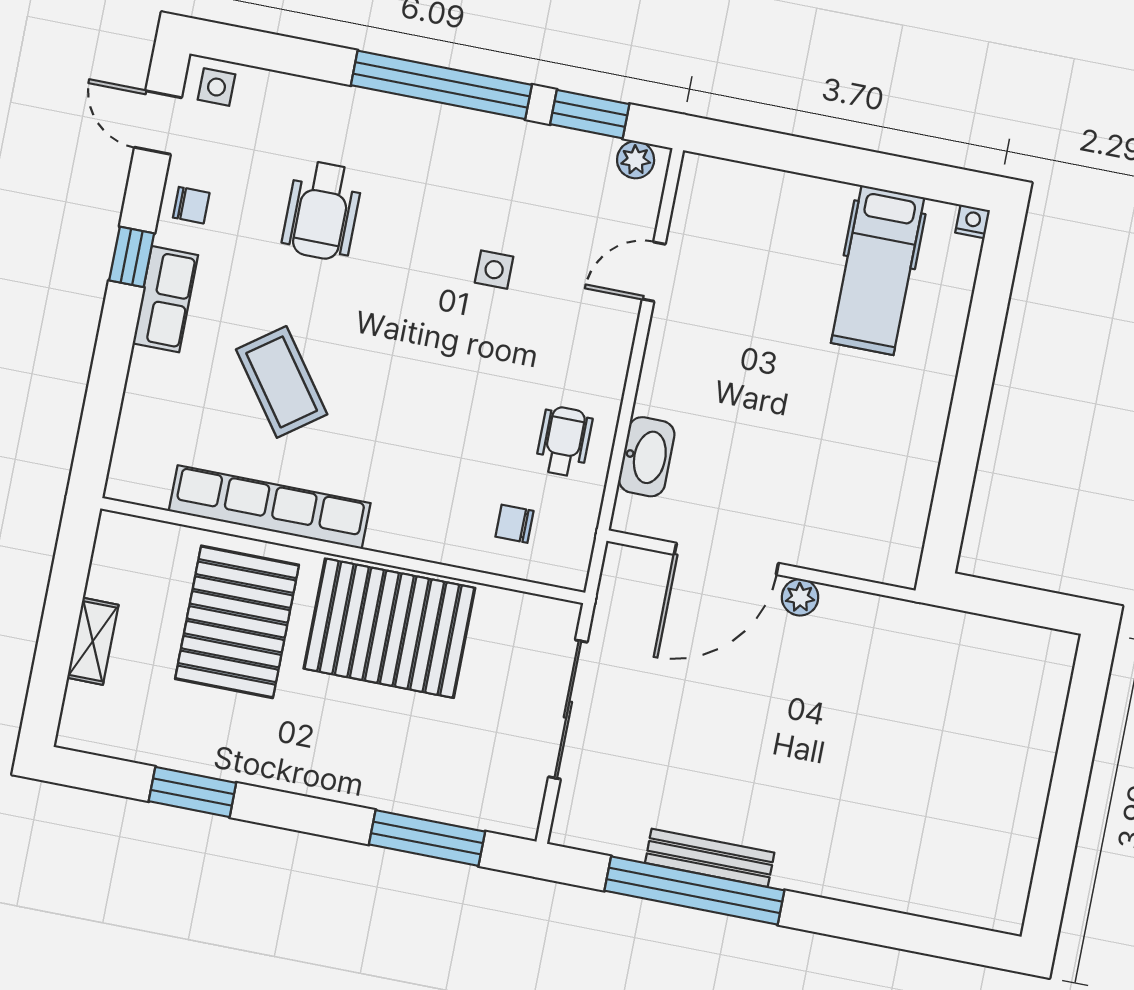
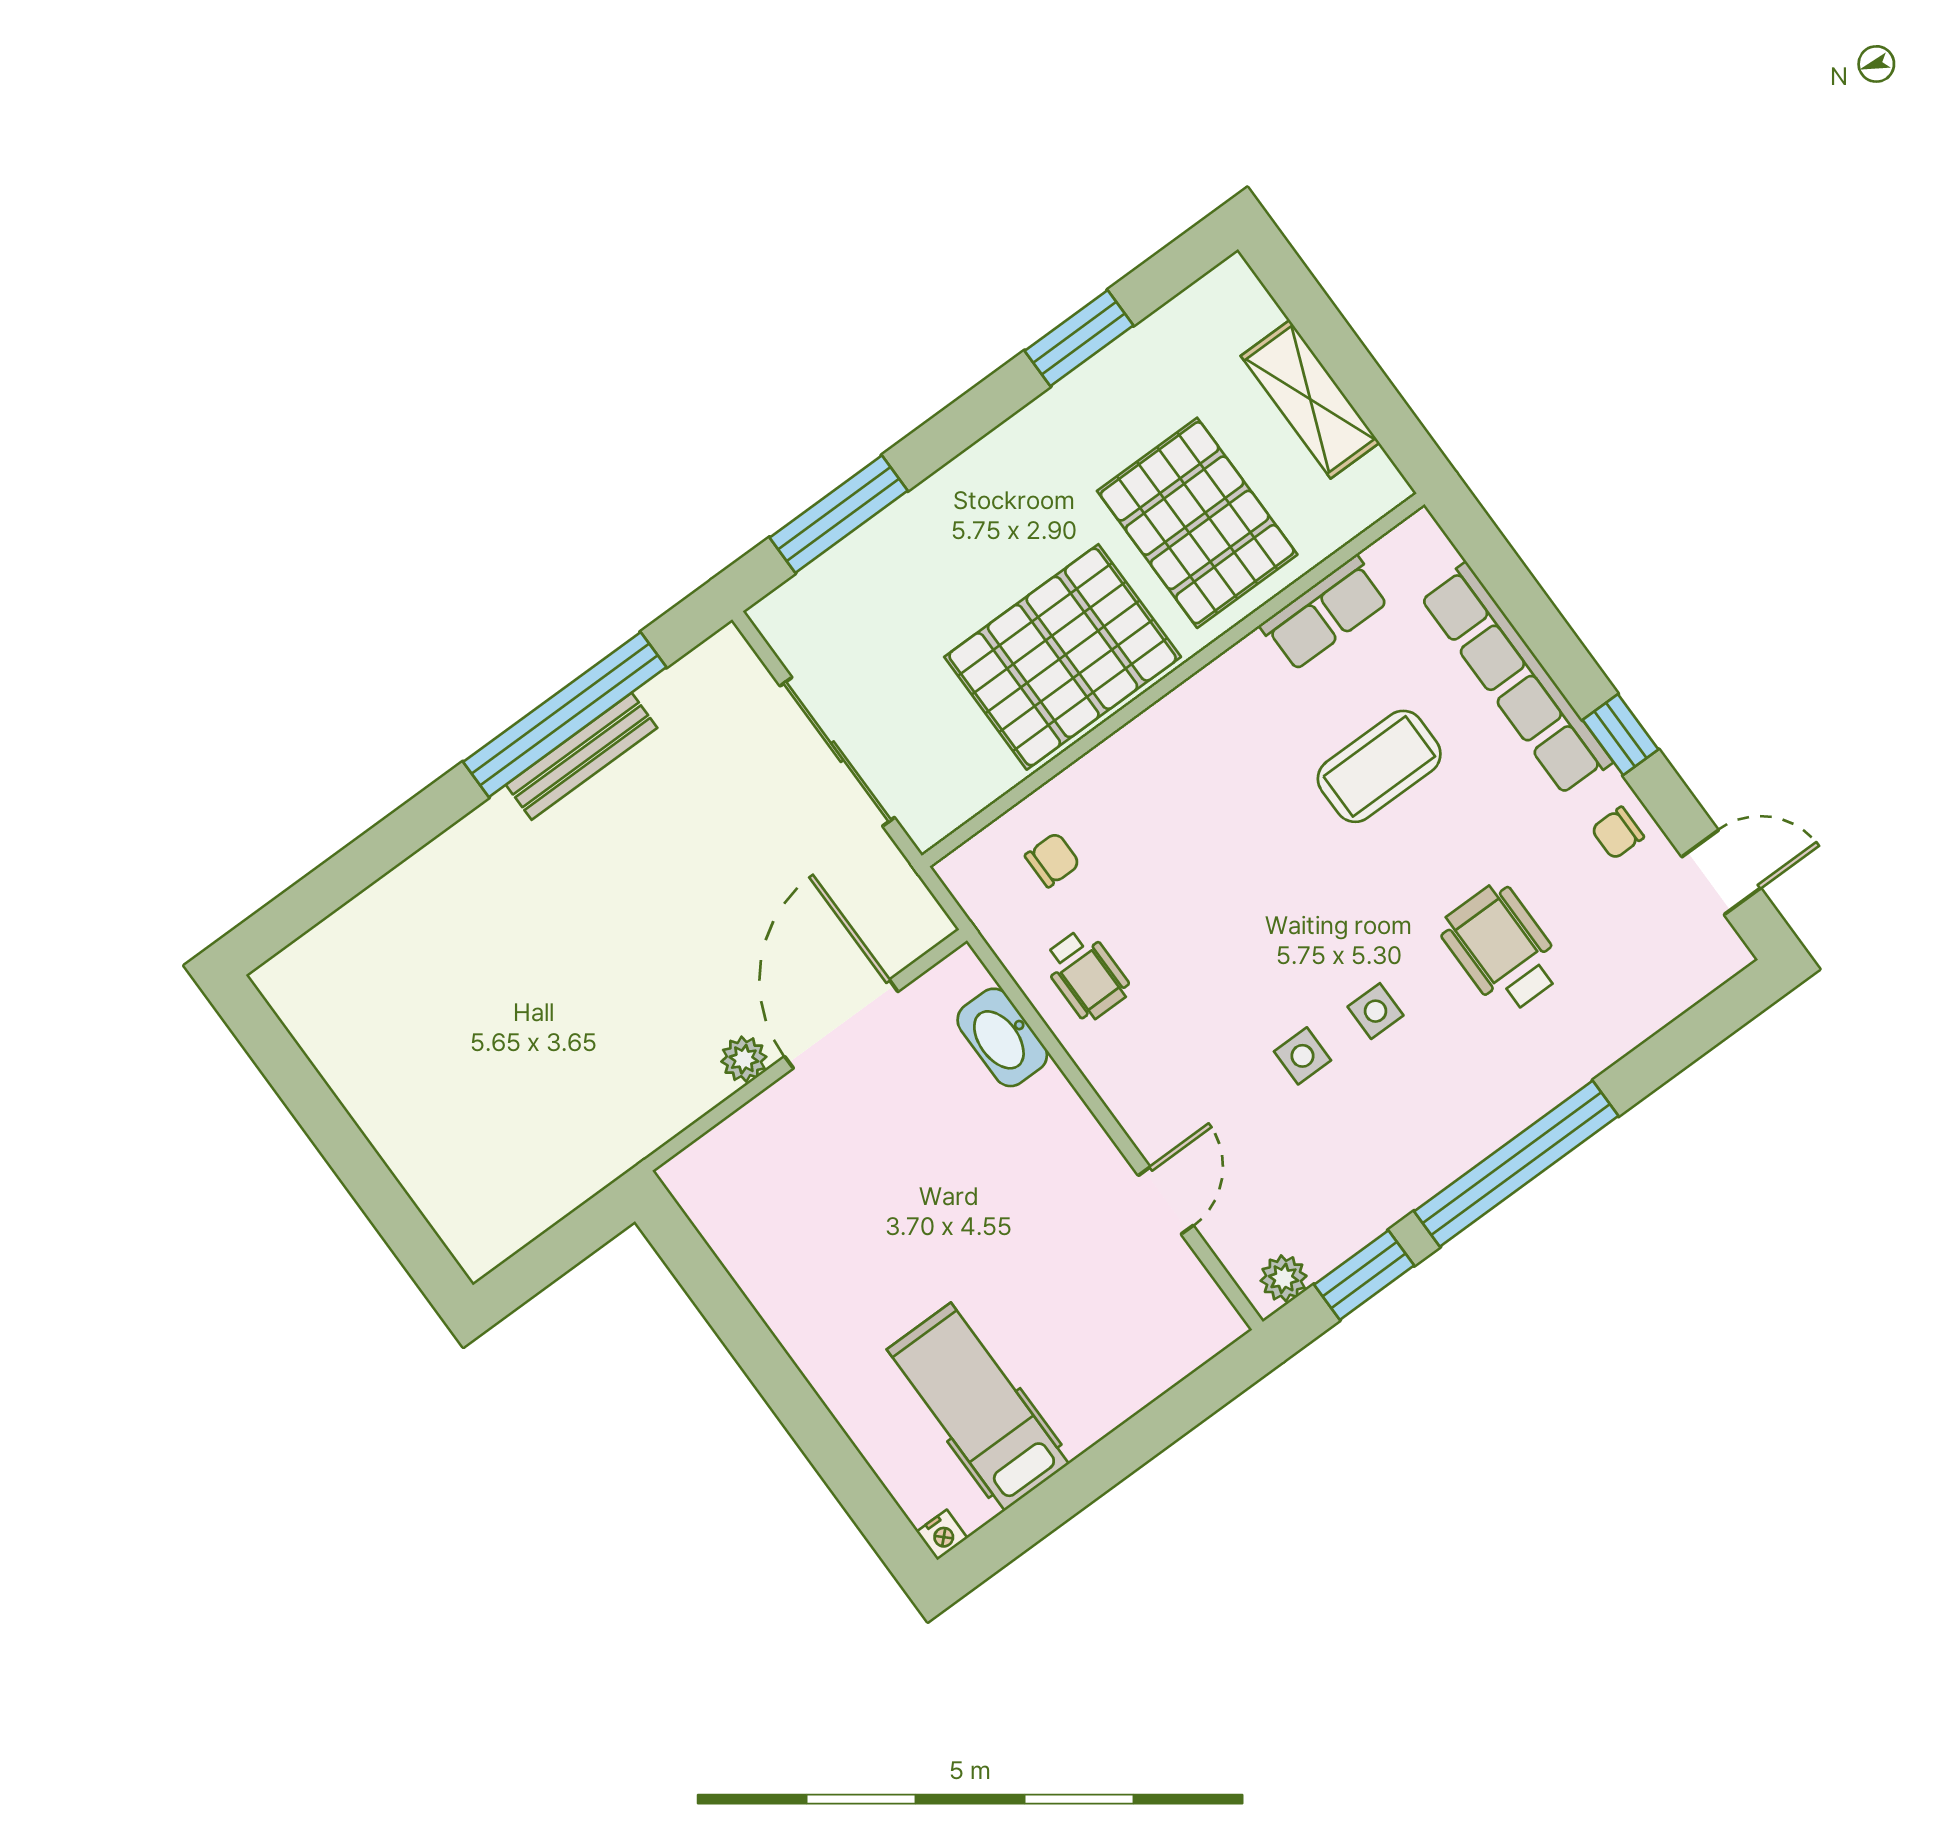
side table: (217, 87) -> (1376, 1011), moved
row of seats: (165, 299) -> (1516, 679), width x2.02
coffee table: (282, 382) -> (1379, 766), turned -54
row of seats: (270, 507) -> (1325, 613), width x0.50
shelving: (93, 641) -> (1310, 399), width x1.50, depth x1.33

